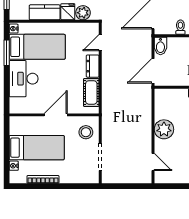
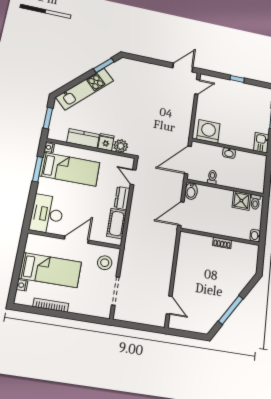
door: (100, 43) -> (133, 177), hinge flipped
desk: (24, 79) -> (47, 214), moved
plant: (164, 129) -> (185, 273), removed

